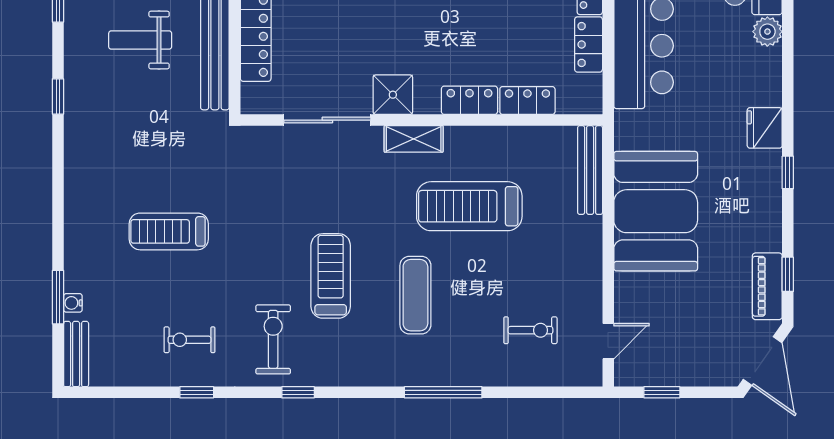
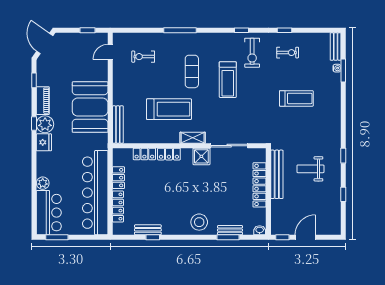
weight bench: (140, 40) -> (310, 169), moved, turned 180
plant: (762, 171) -> (45, 124), added
piano: (767, 286) -> (43, 101), moved

